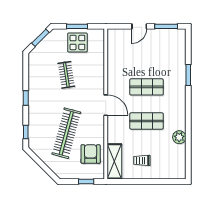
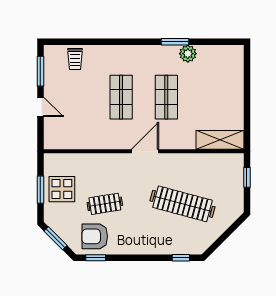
window: (188, 75) -> (175, 42), moved
window: (26, 98) -> (96, 258), moved
armchair: (91, 154) -> (95, 236), moved
trolley: (142, 160) -> (75, 59), moved

